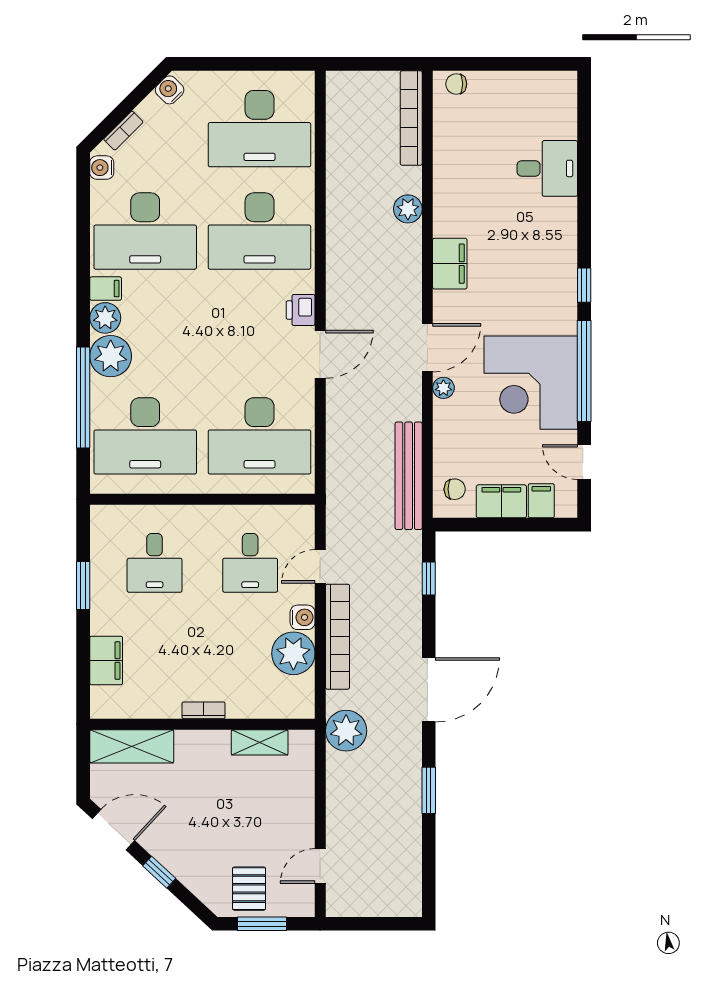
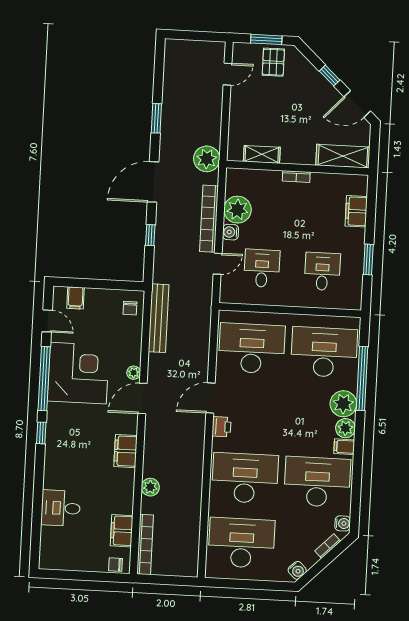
chair: (456, 84) -> (115, 565), turned 180
chair: (455, 489) -> (130, 308), turned -90
filing cabinet: (501, 501) -> (122, 531), moved, turned 90
window: (429, 579) -> (150, 235), moved

